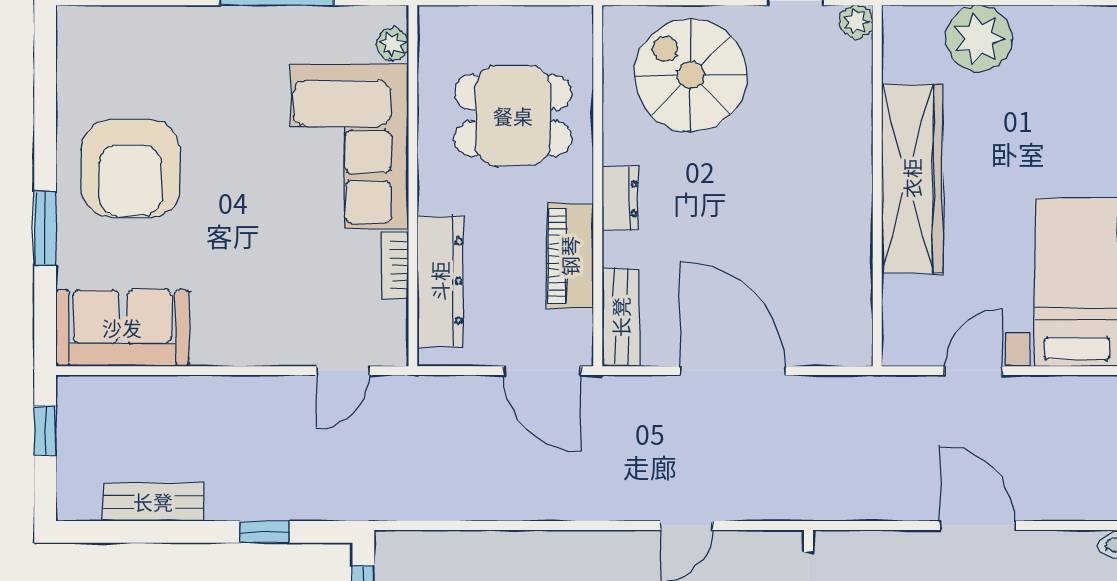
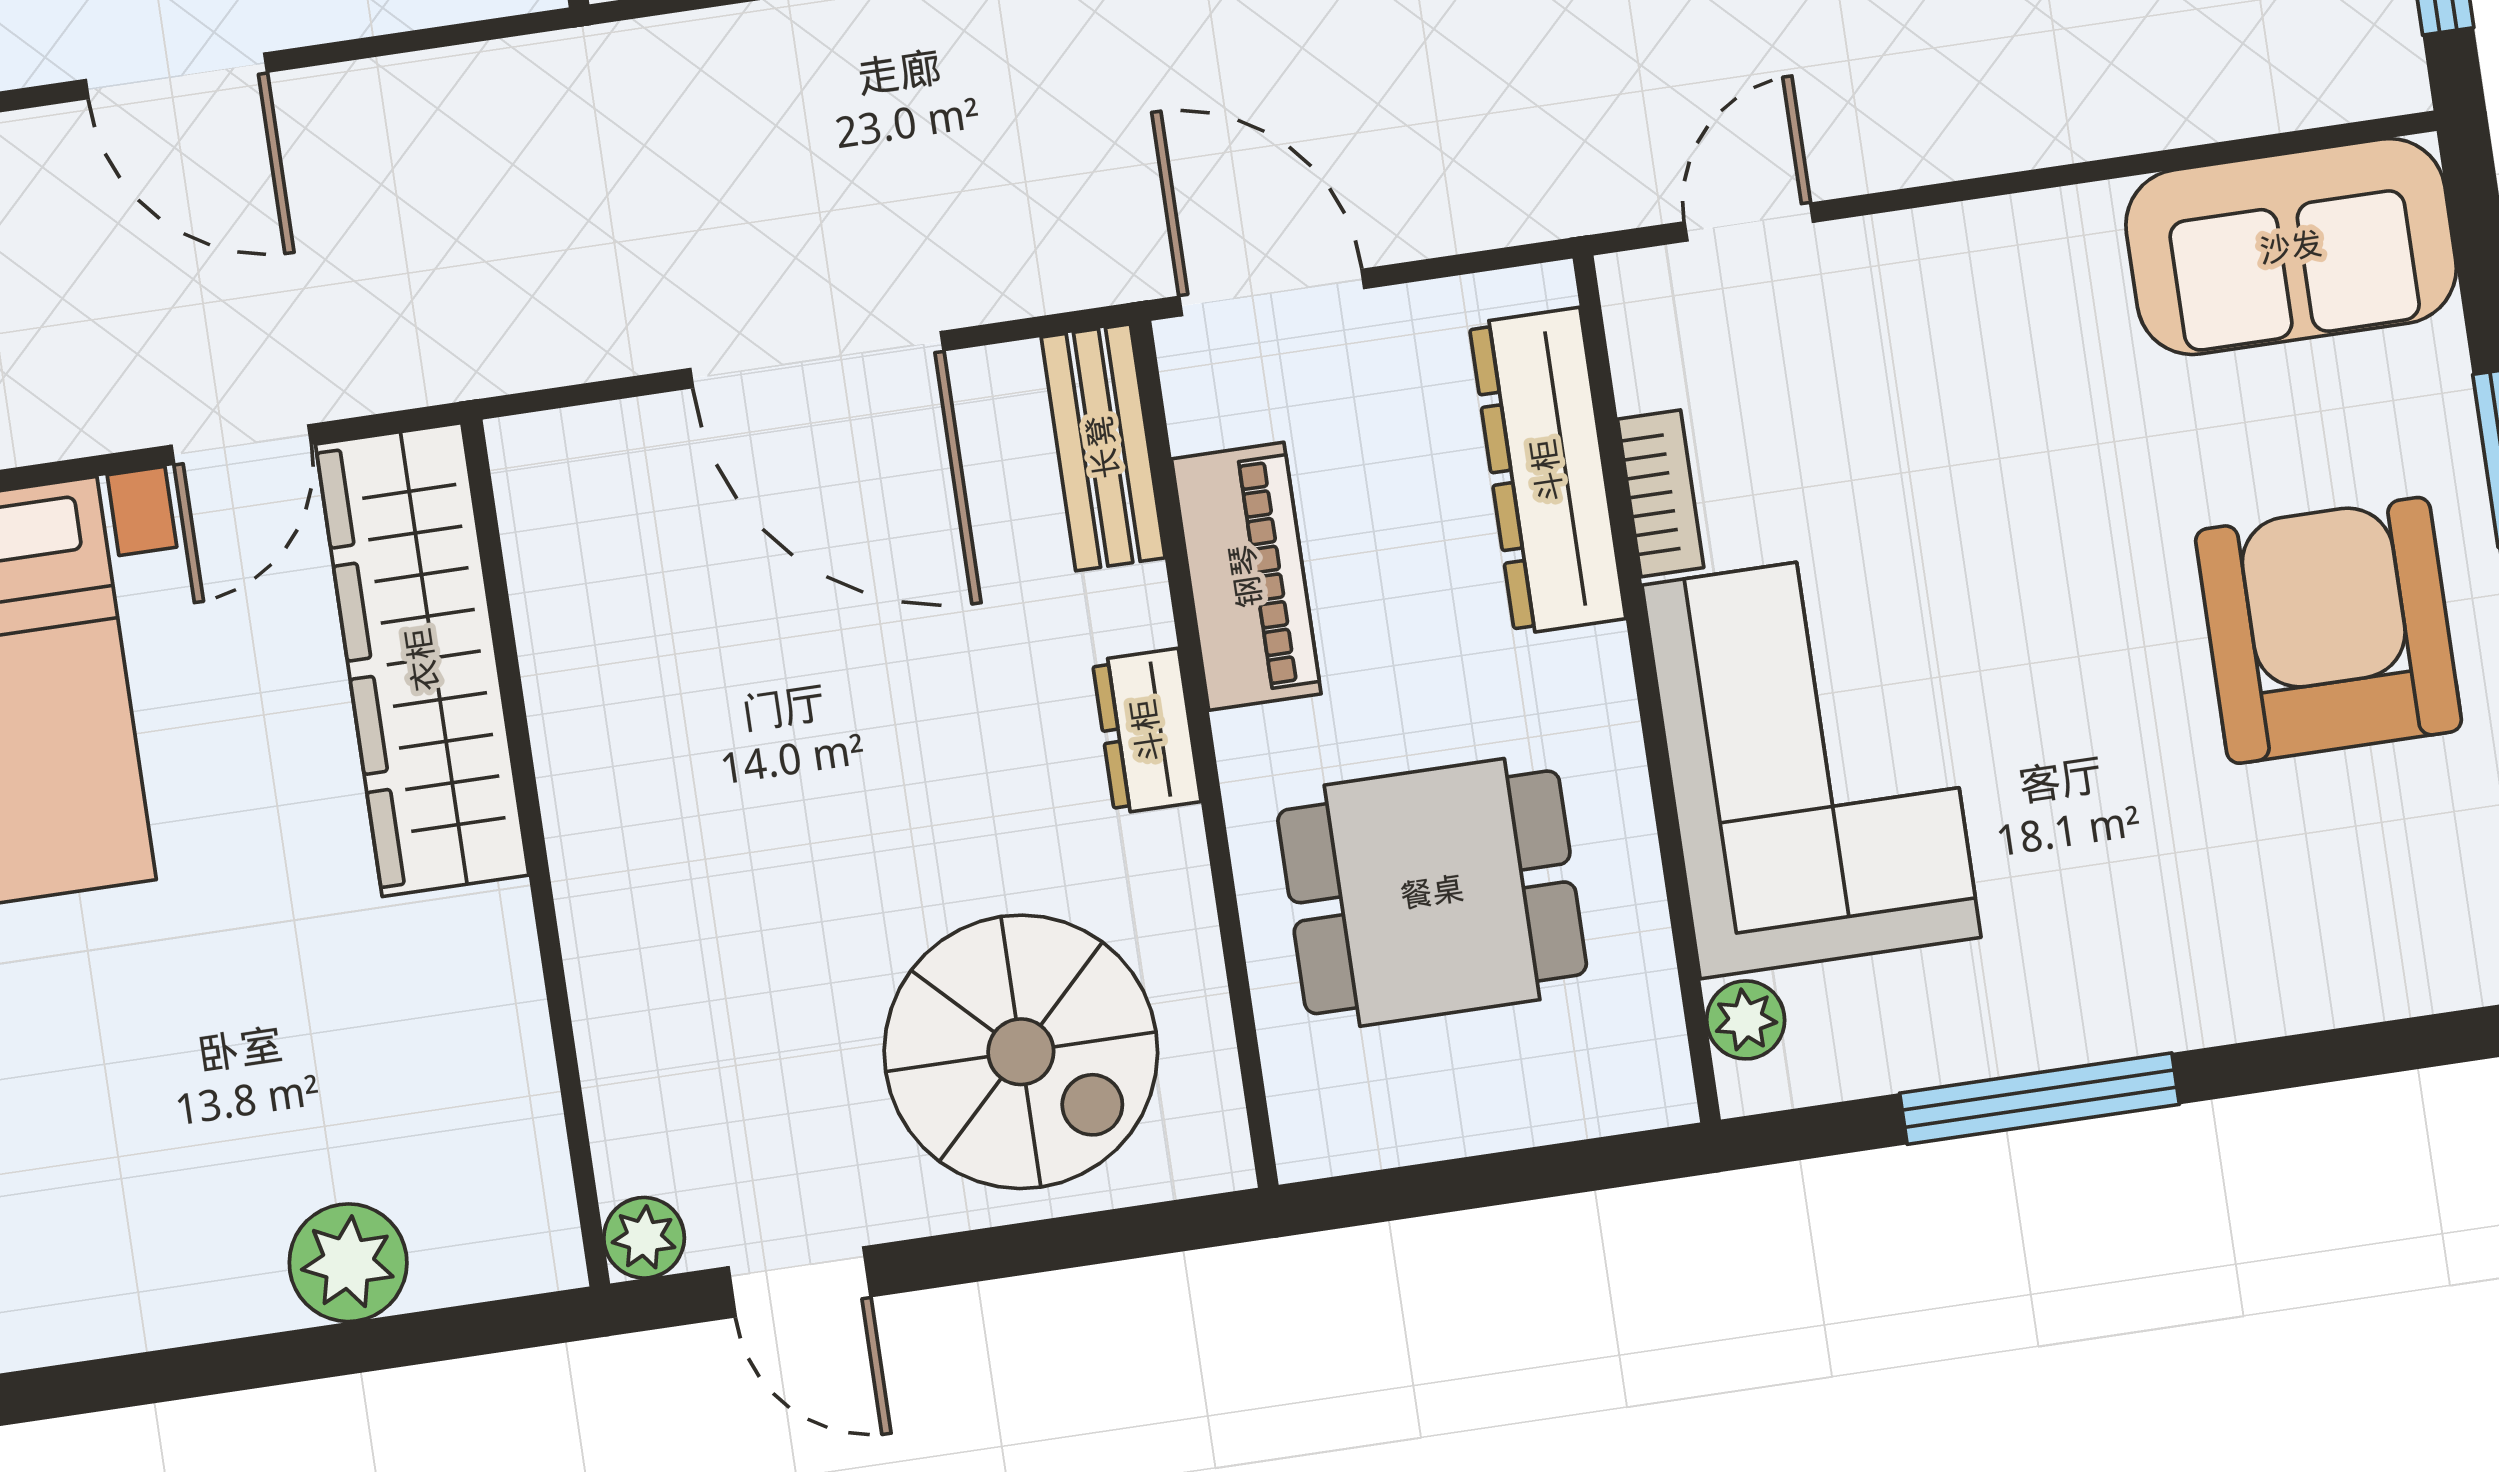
plant: (979, 38) -> (348, 1263), width x0.73, depth x0.73
wardrobe: (912, 178) -> (422, 660), moved

